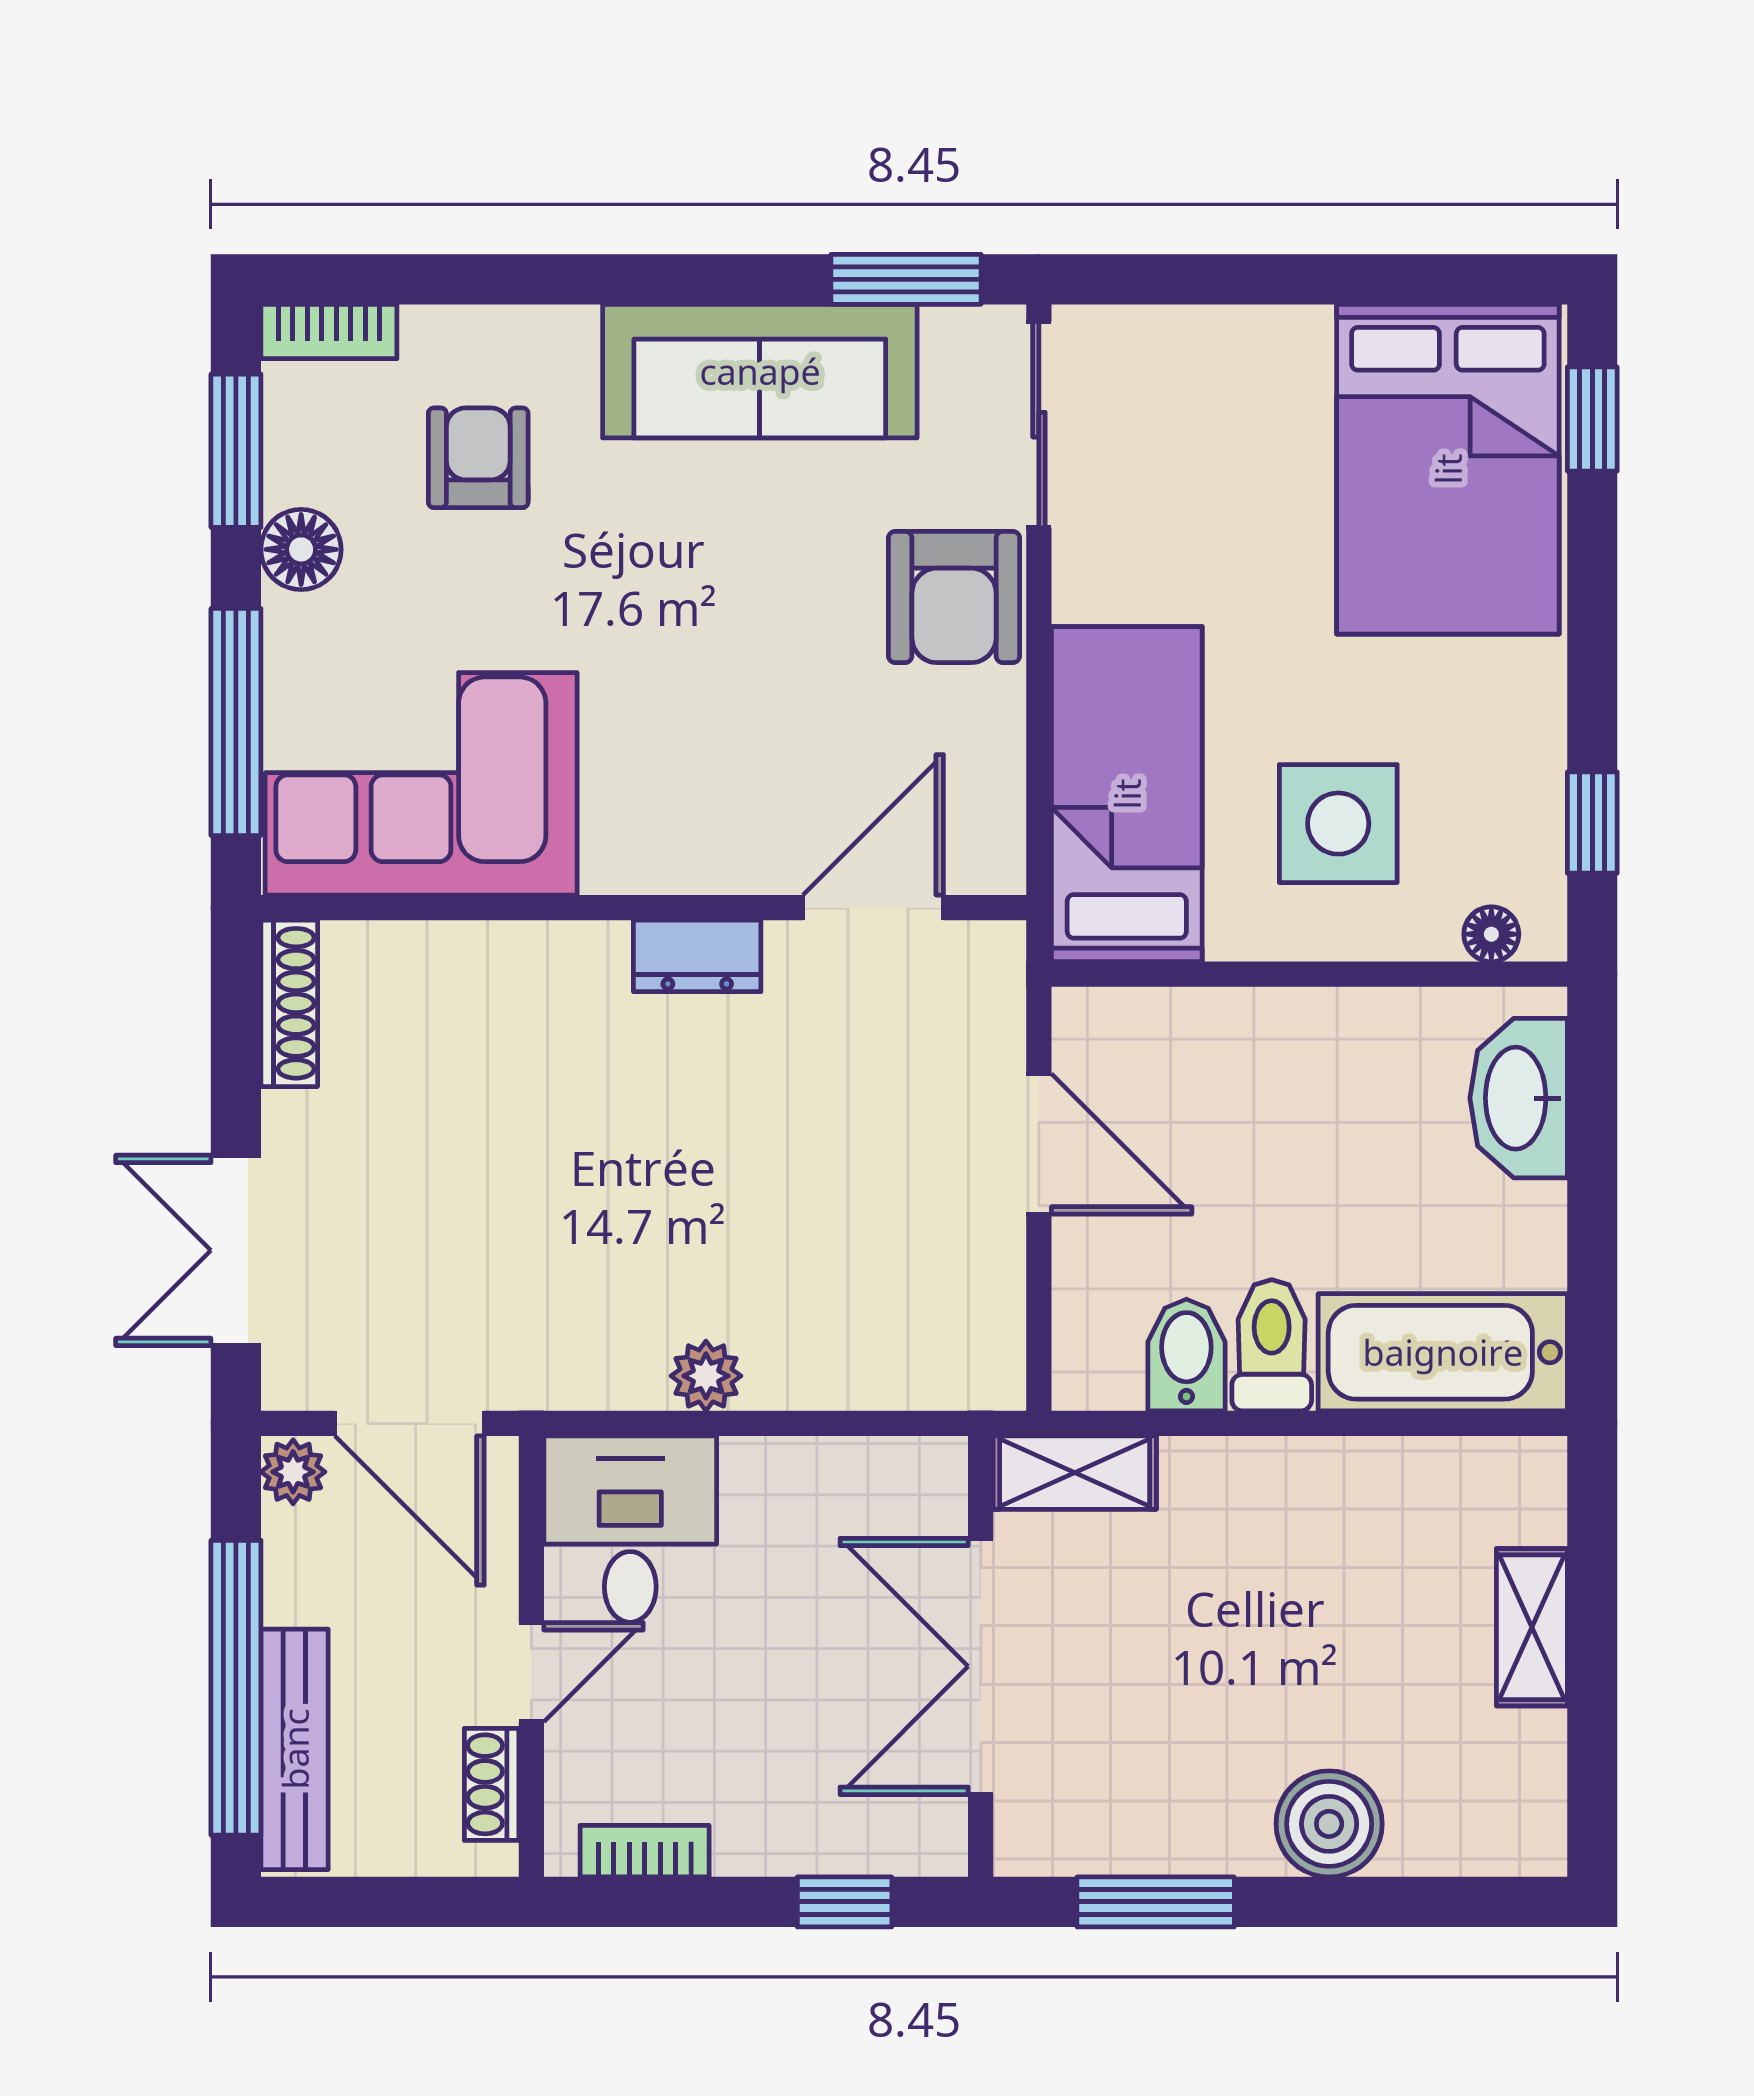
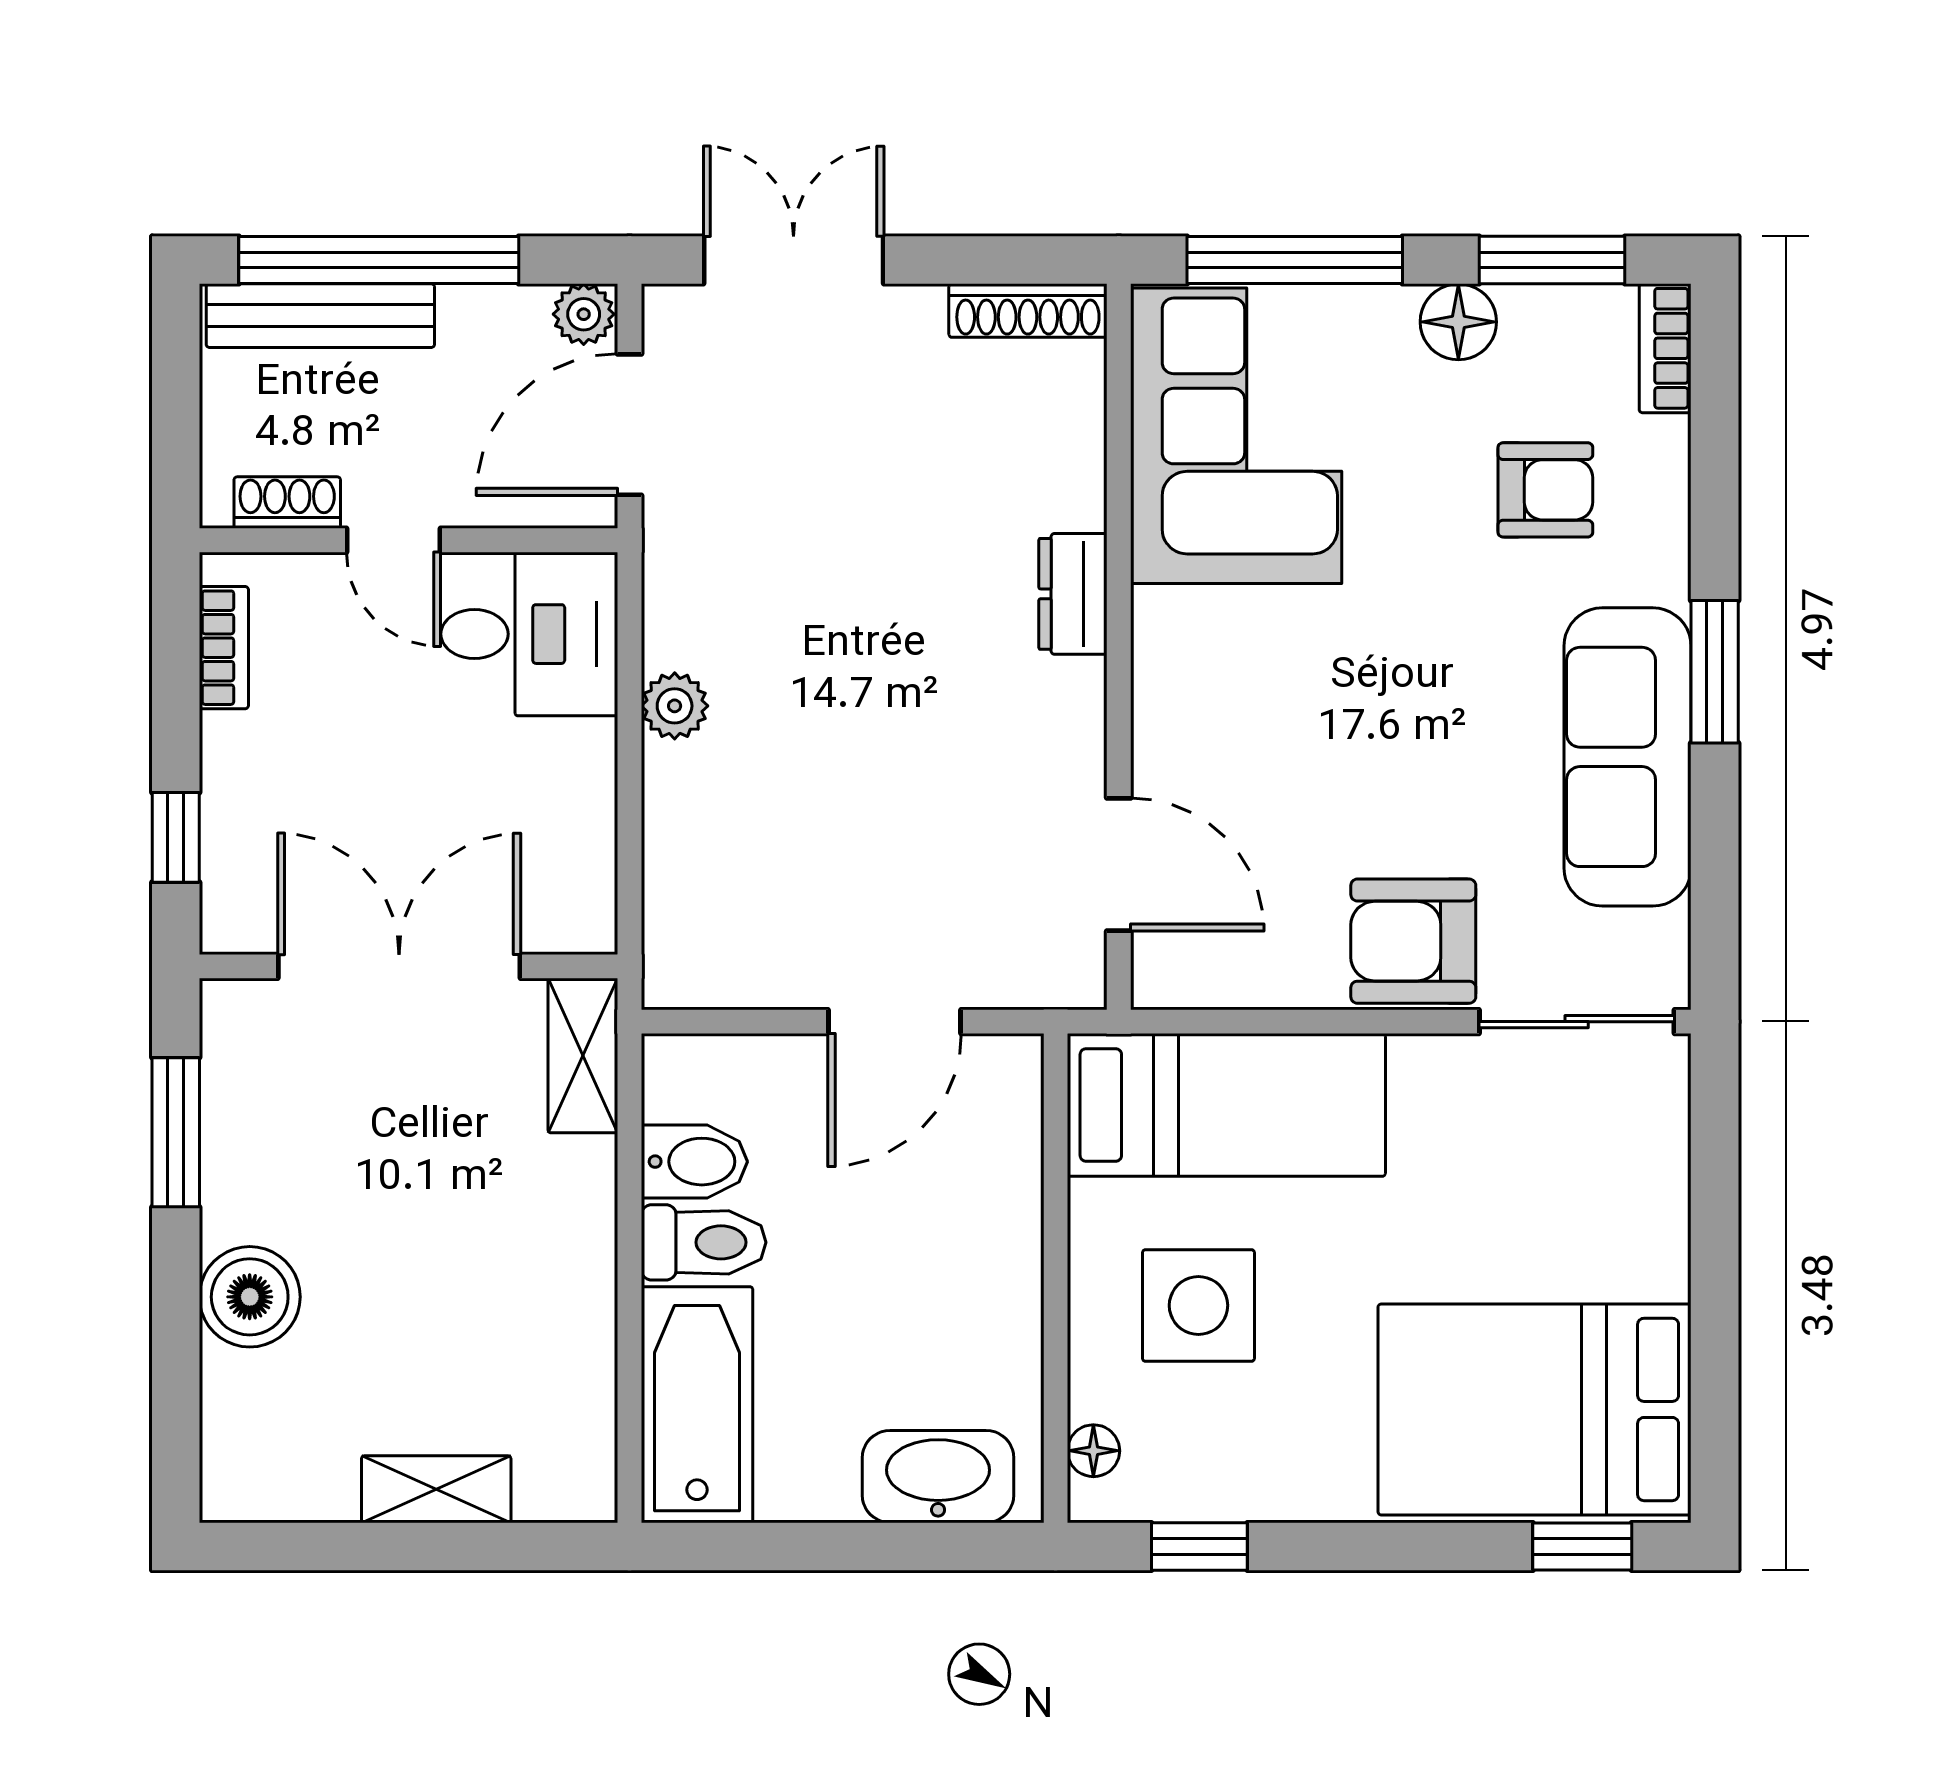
window: (906, 279) -> (1715, 672), moved
dresser: (697, 956) -> (1073, 594), moved

